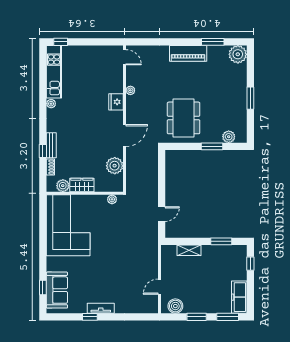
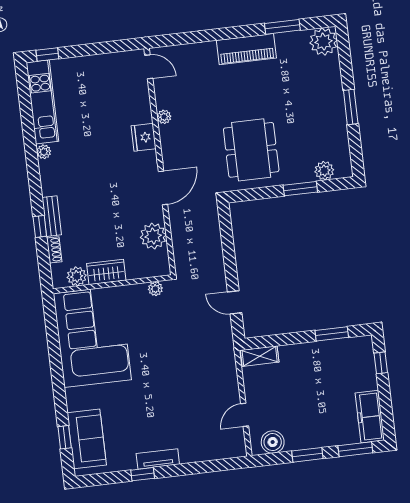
door: (162, 214) -> (235, 302), swing flipped
shelving: (189, 250) -> (260, 356), moved

